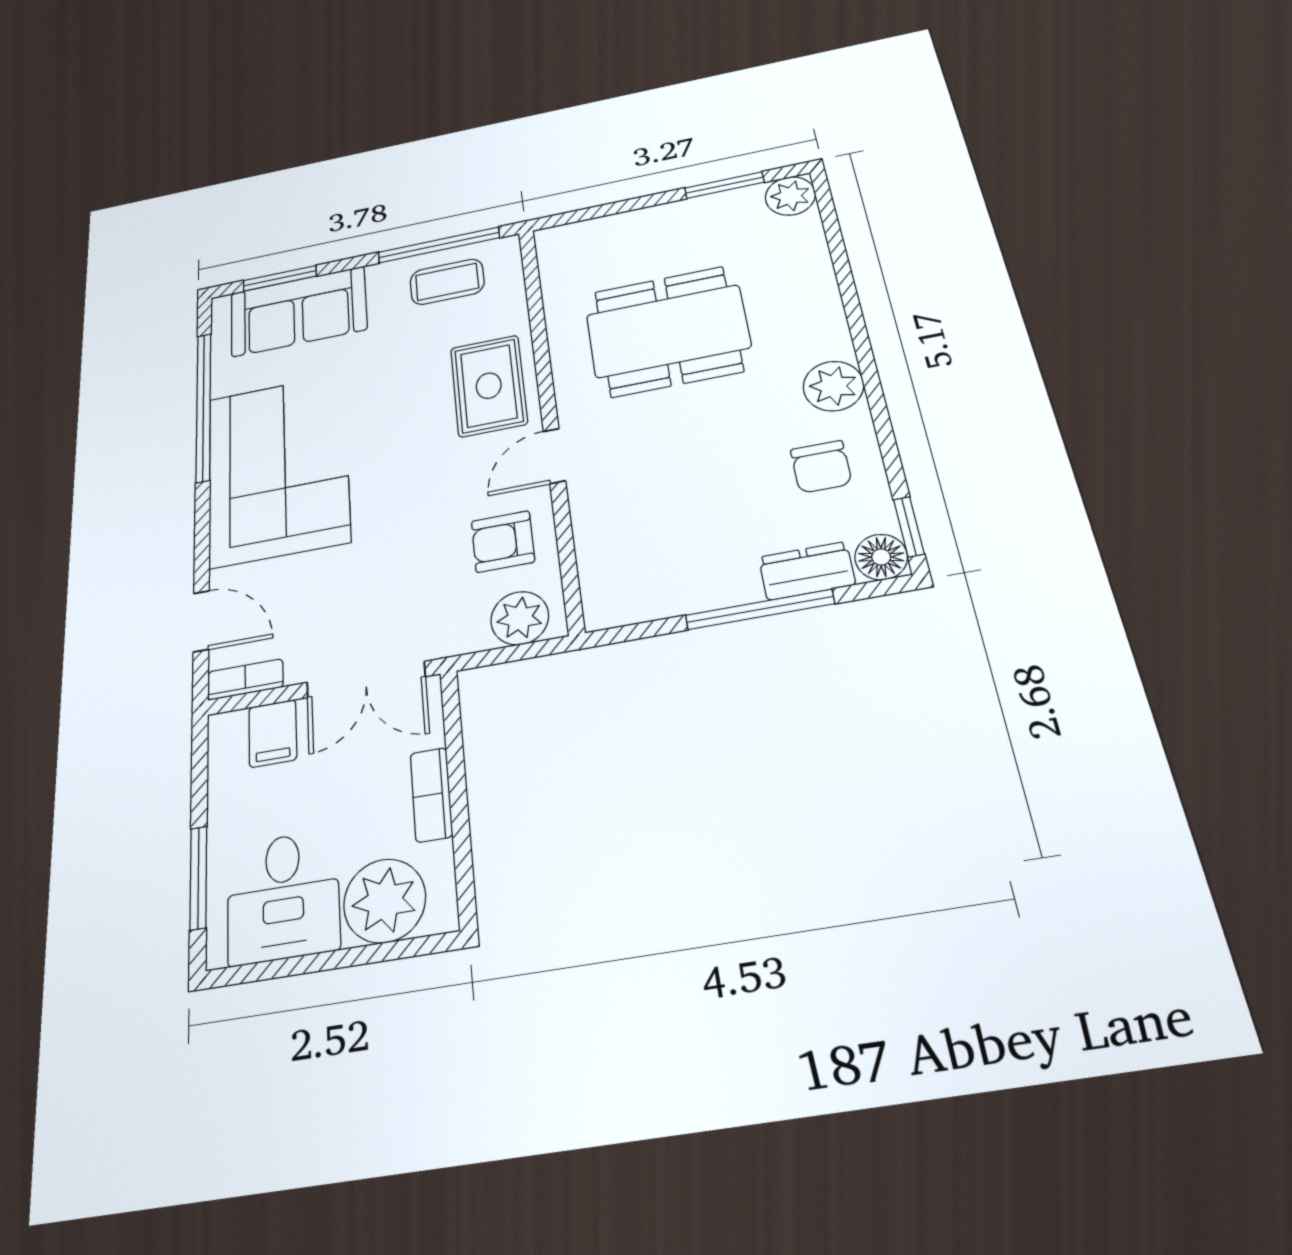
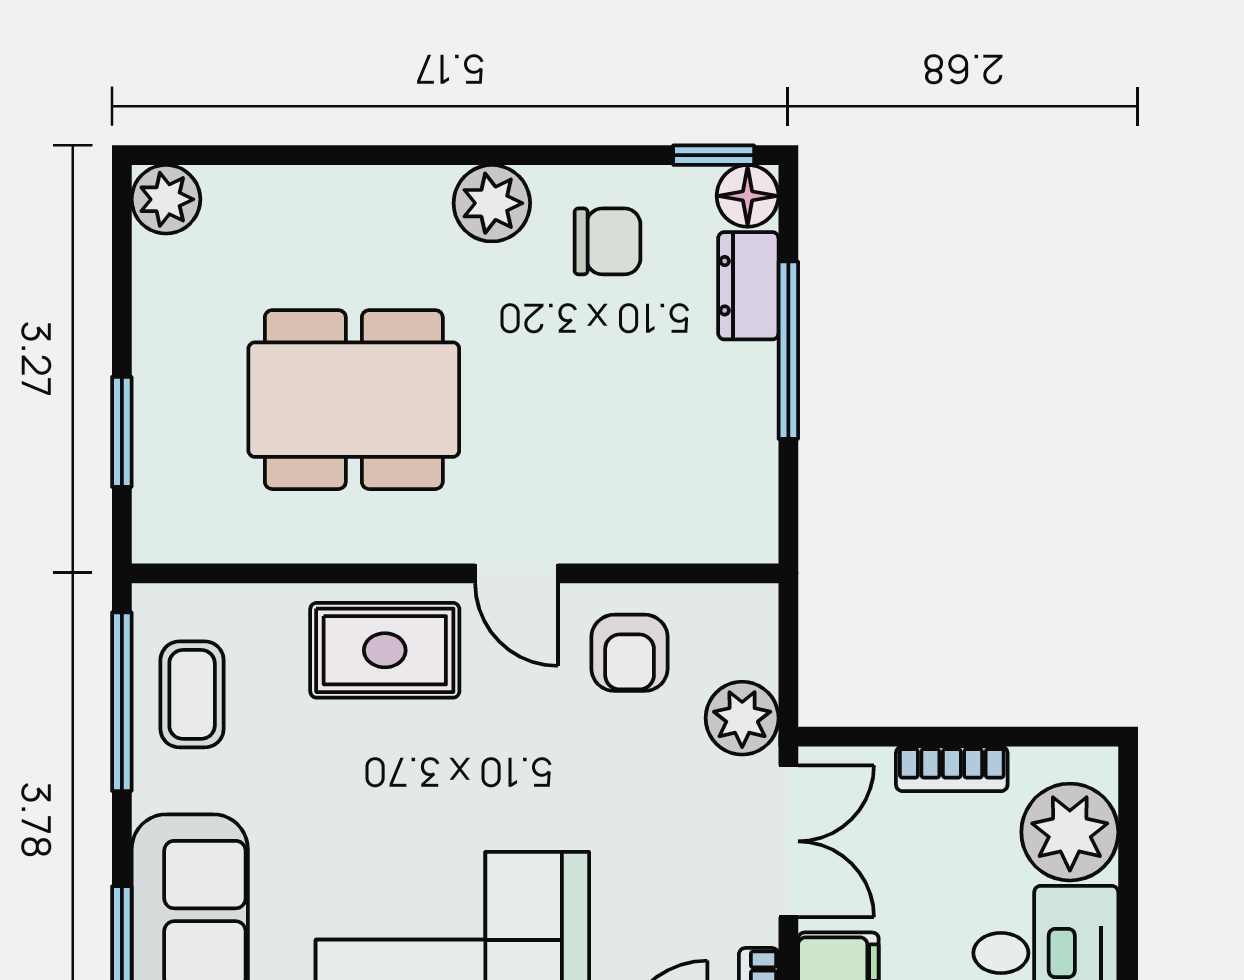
window: (724, 185) -> (122, 432), moved
dining table: (668, 331) -> (354, 400), turned 90
plant: (520, 618) -> (742, 718), moved

